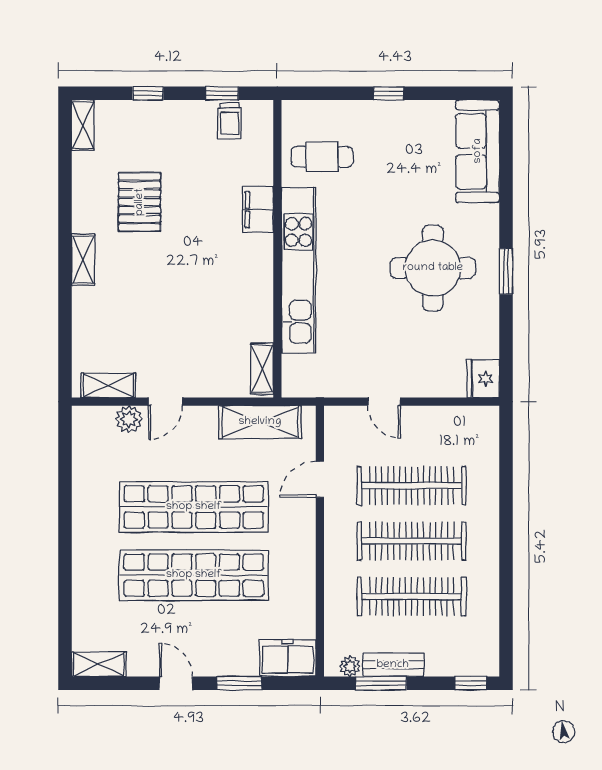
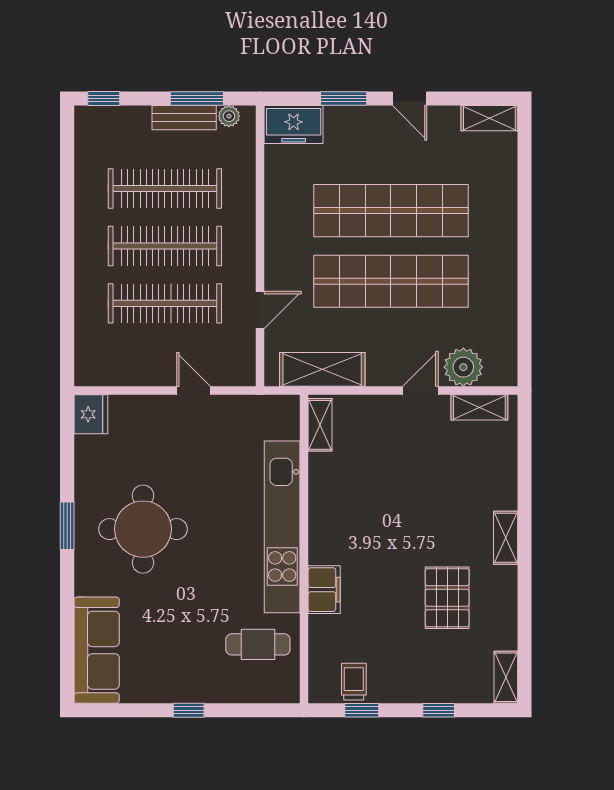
plant: (129, 419) -> (463, 367), width x1.36, depth x1.36

